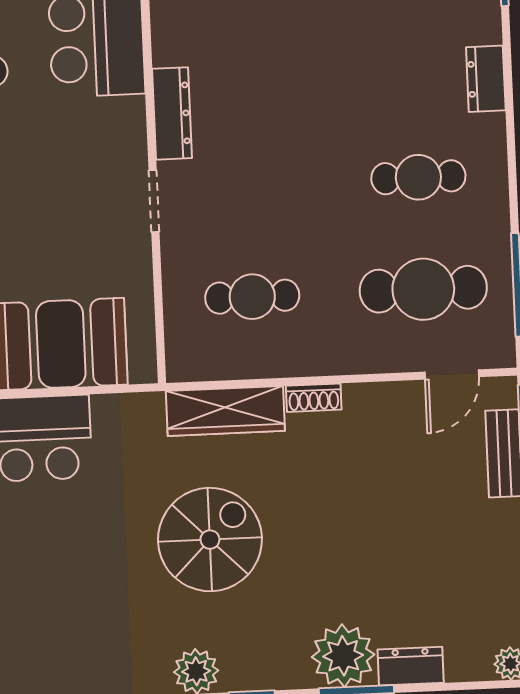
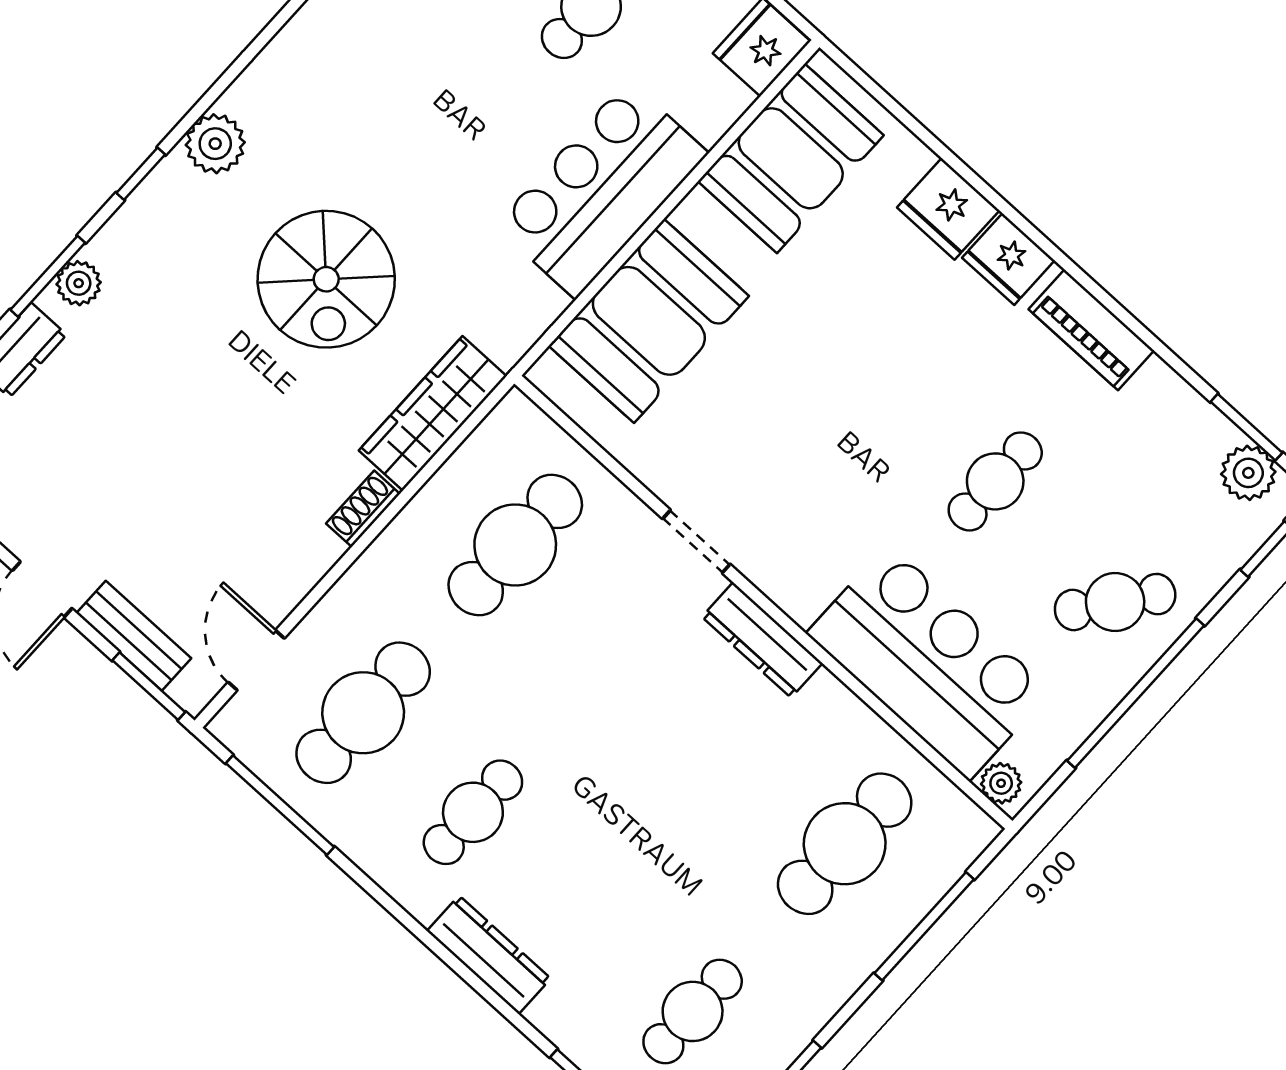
dresser: (486, 79) -> (489, 955), width x1.44
cafe table: (252, 297) -> (515, 545), width x1.37, depth x1.35
plant: (343, 656) -> (79, 283), width x0.53, depth x0.53

